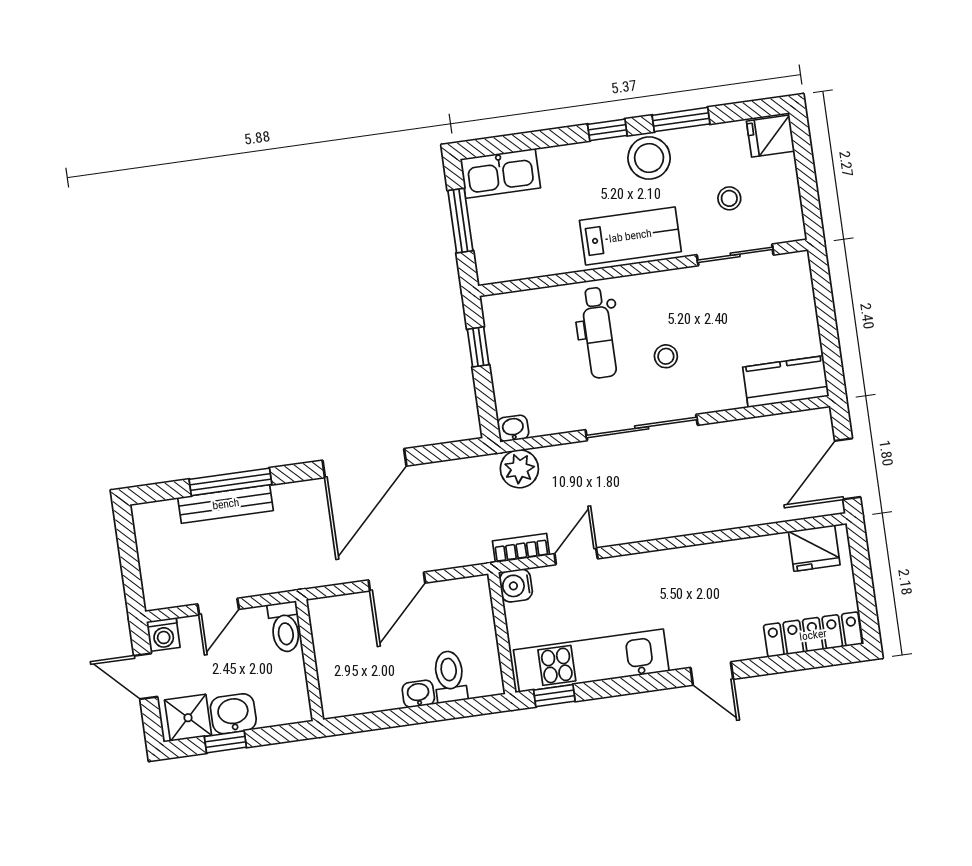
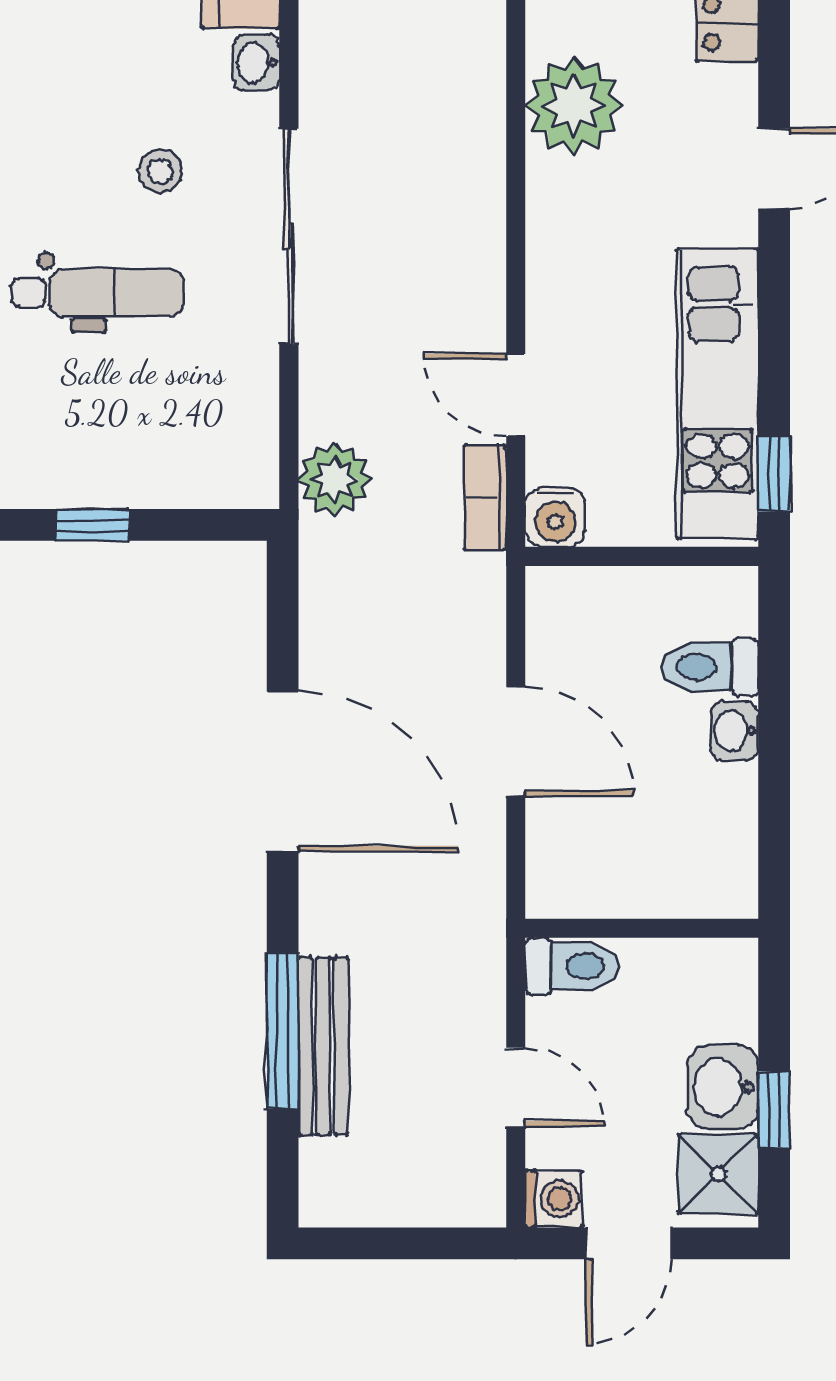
washbasin: (513, 428) -> (256, 63), moved
plant: (730, 565) -> (574, 105), added

